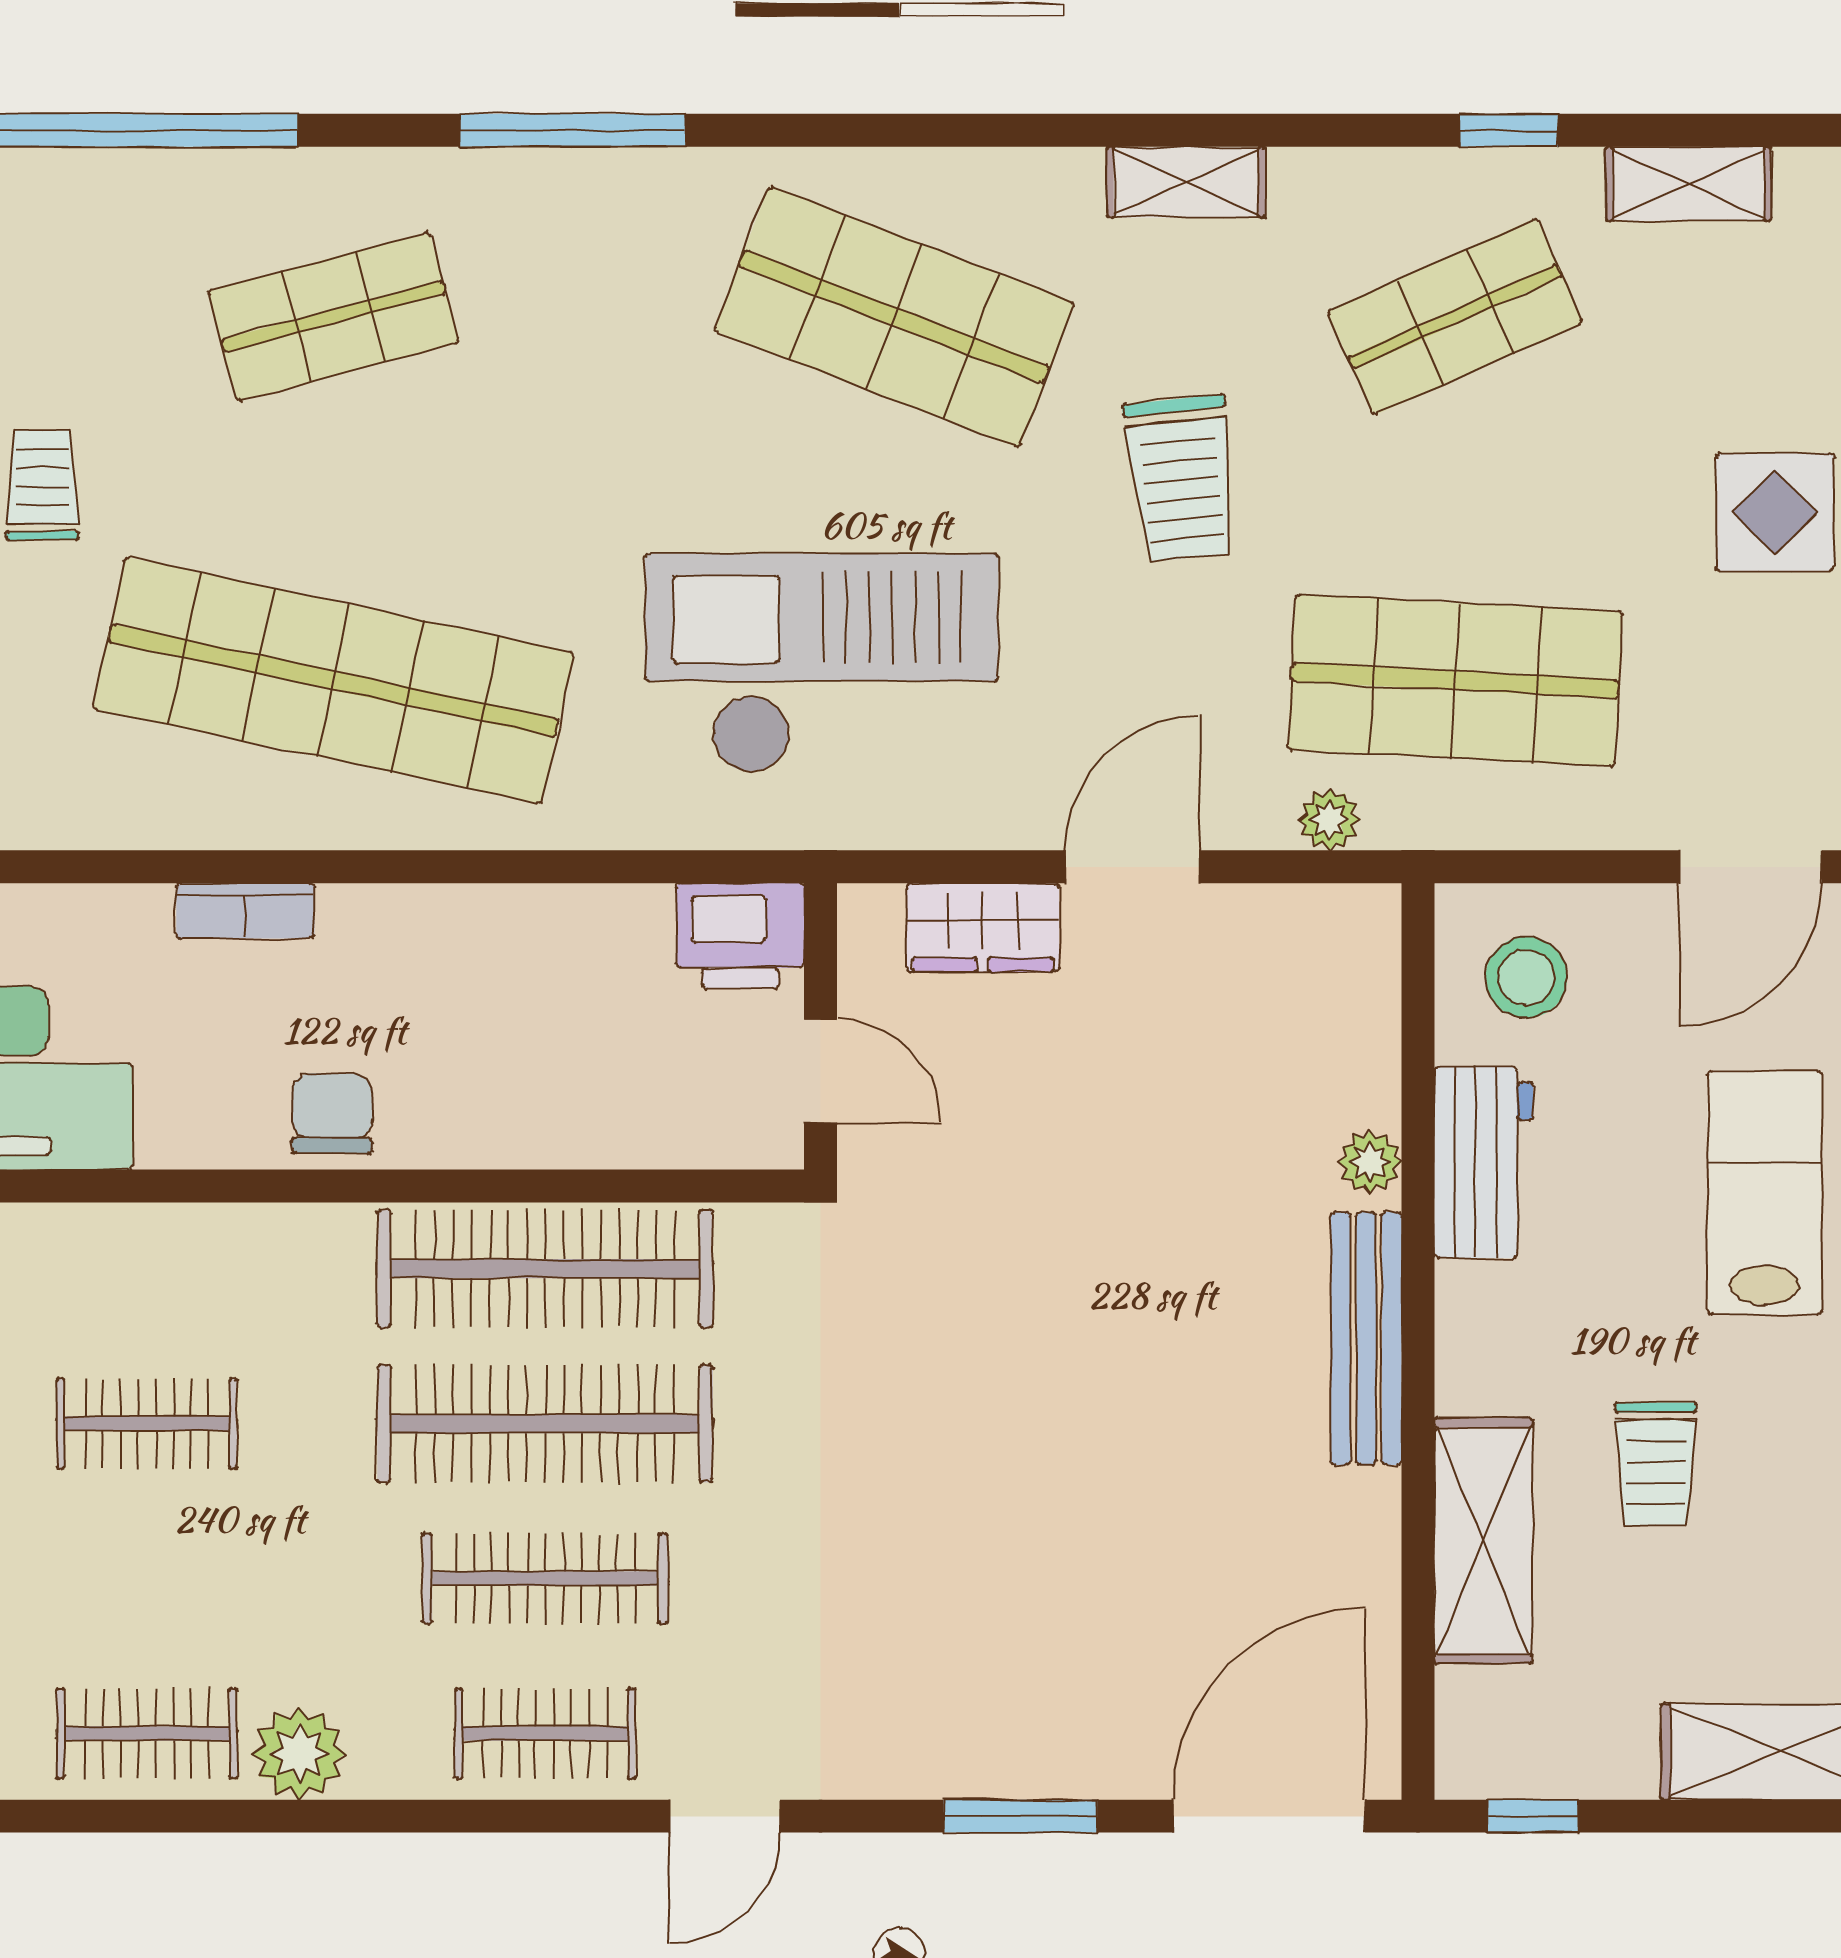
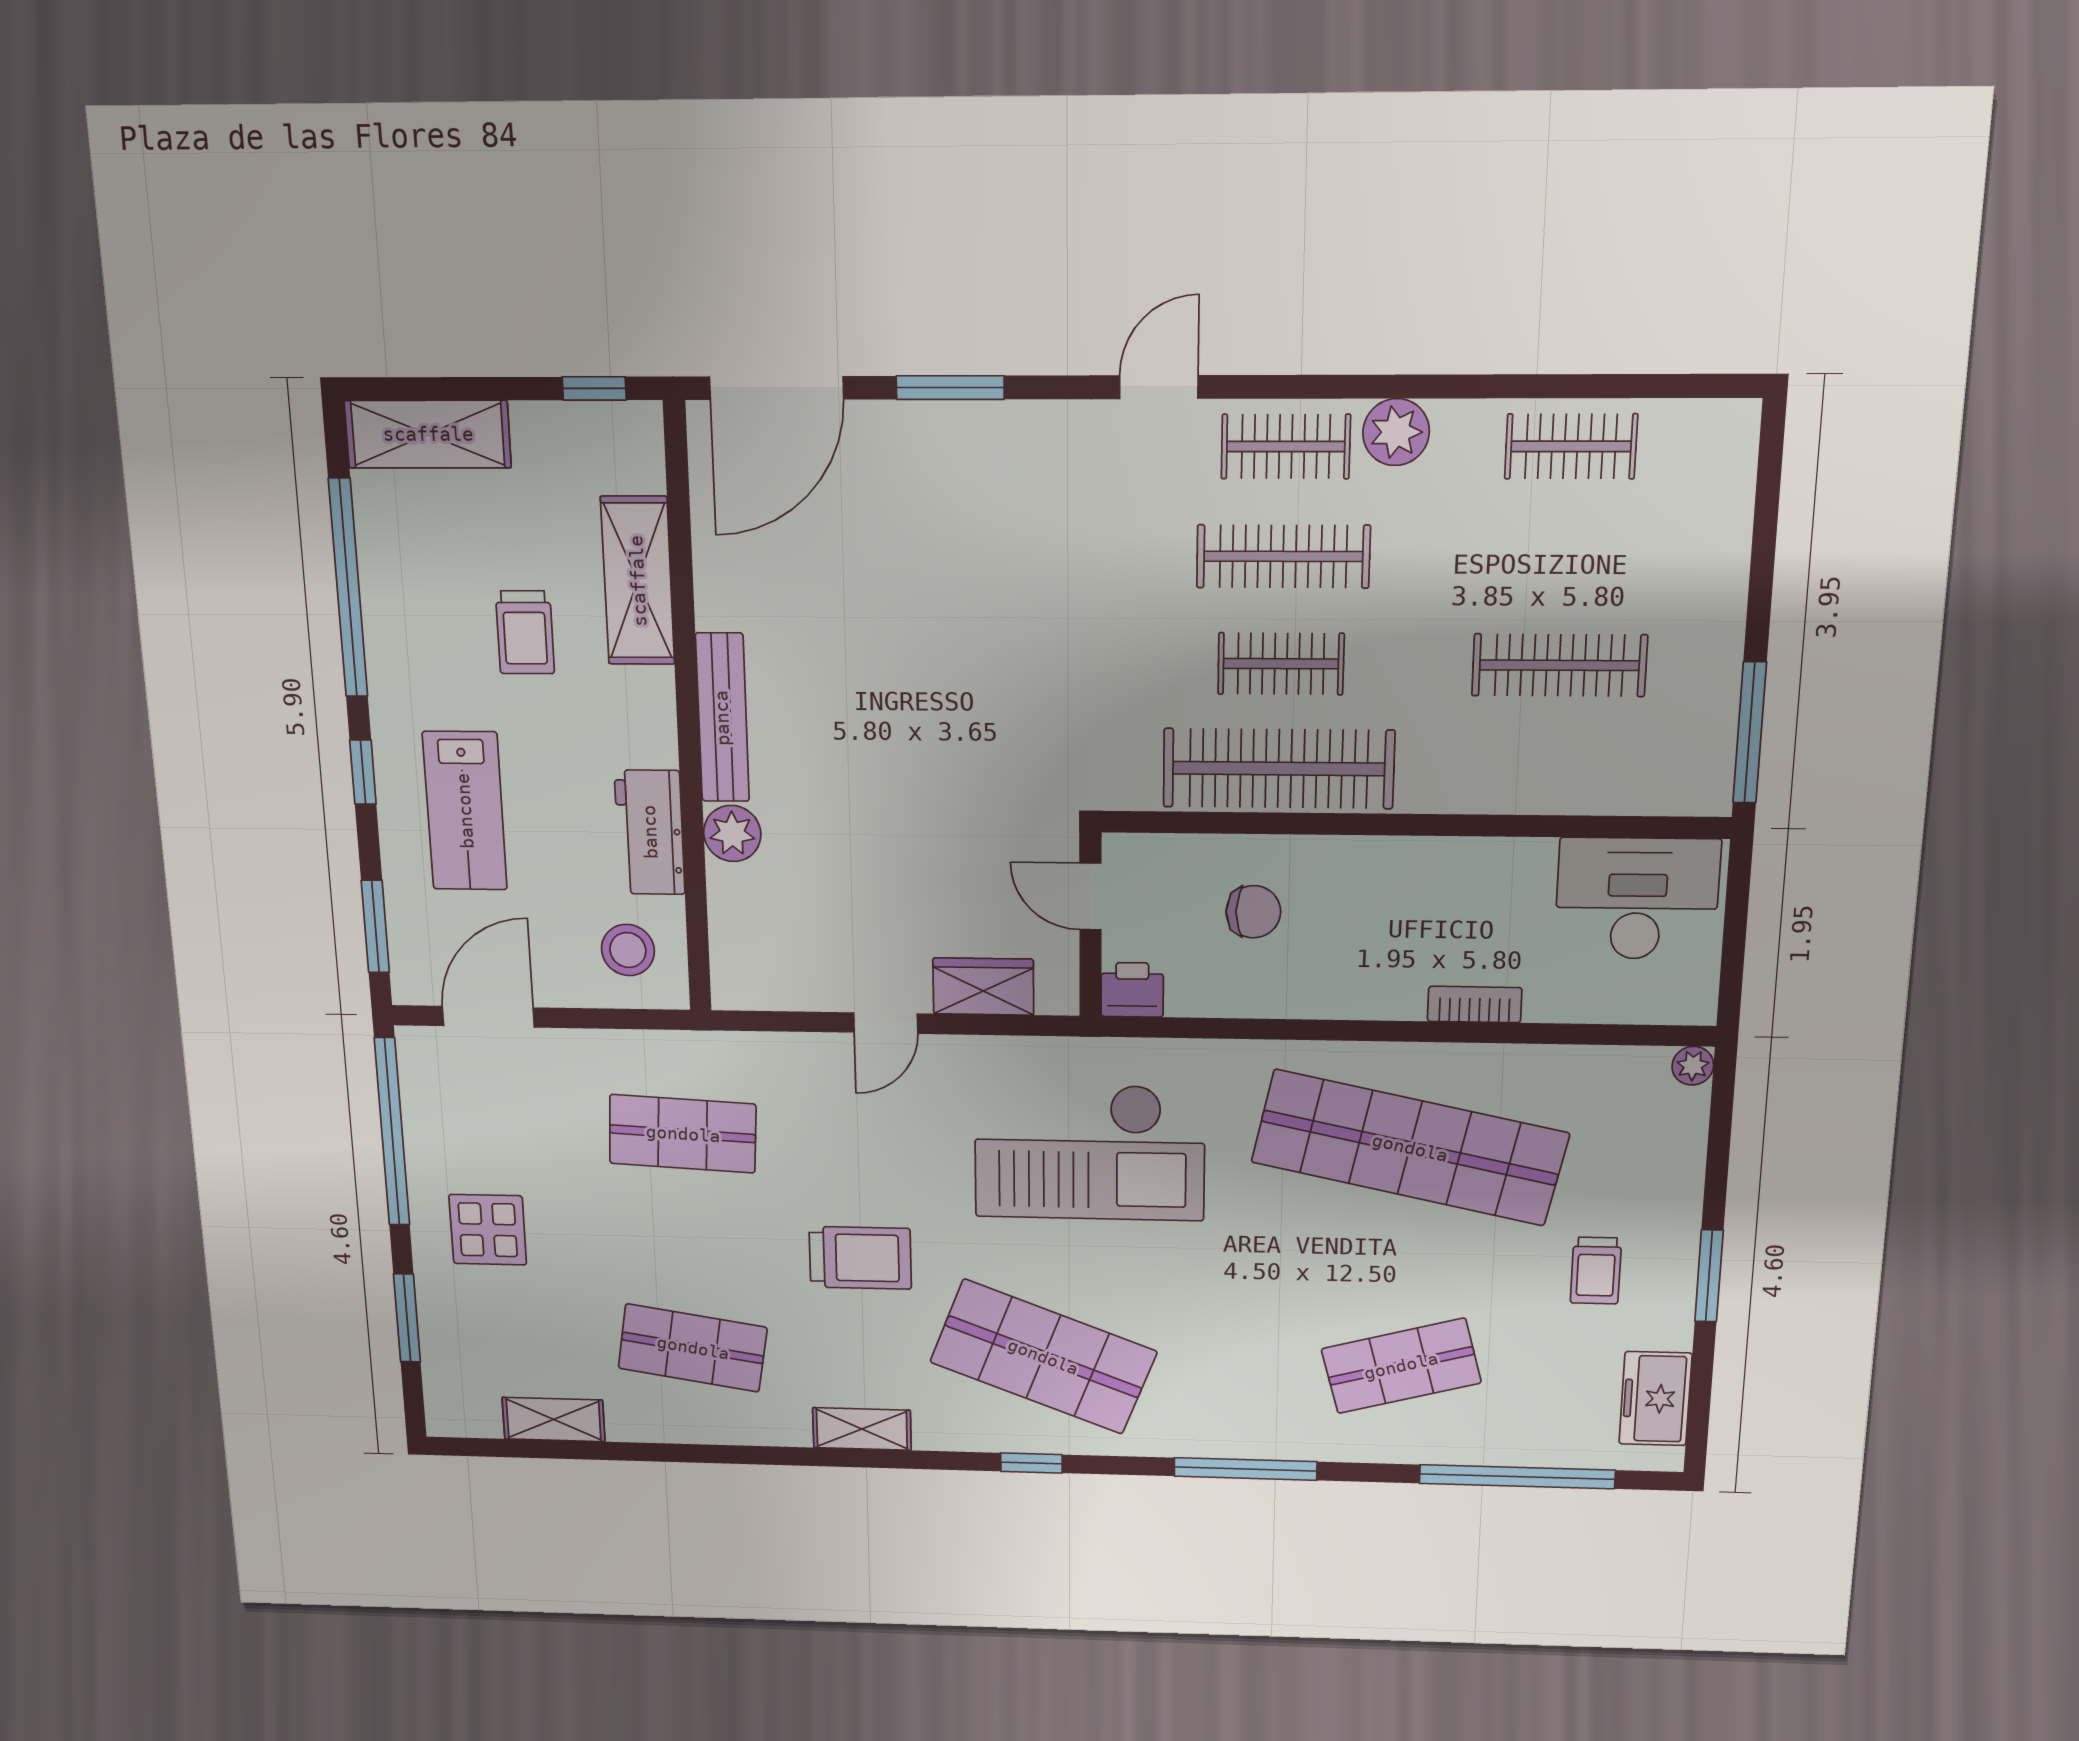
window: (1509, 130) -> (1031, 1463), moved
shop shelf: (1455, 317) -> (693, 1348), turned 33
trolley: (1182, 479) -> (860, 1258), turned 96
shop shelf: (1455, 680) -> (683, 1134), width x0.70, depth x0.74
plant: (1330, 820) -> (759, 1050), removed
door: (1133, 867) -> (886, 1023), width x0.73
printer: (740, 936) -> (1132, 990), width x0.73, depth x0.81
chair: (332, 1114) -> (1253, 912), moved, turned -90
plant: (1370, 1162) -> (732, 833), width x1.38, depth x1.38
clothes rail: (147, 1424) -> (1559, 665), width x1.36
clothes rail: (545, 1424) -> (1281, 664), width x0.54, depth x0.76
trolley: (1656, 1464) -> (525, 632), turned 180
plant: (299, 1753) -> (1396, 432), moved

